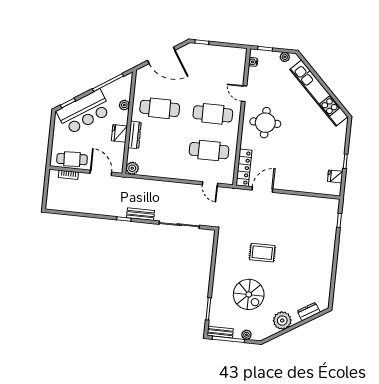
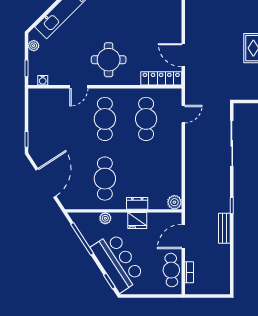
dresser: (135, 135) -> (137, 203), width x0.70
bench: (140, 214) -> (224, 228), moved

